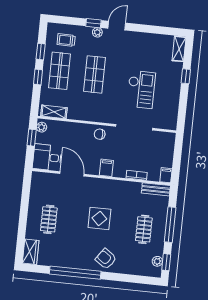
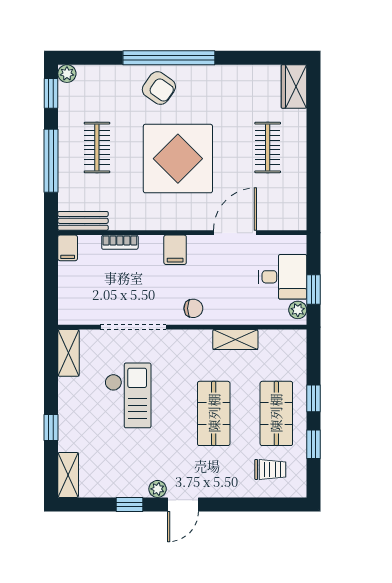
window: (93, 23) -> (130, 504), moved
plant: (97, 32) -> (158, 489), moved
checkout: (141, 90) -> (128, 395), turned 180
shelving: (54, 112) -> (235, 340), moved
shelving: (172, 117) -> (69, 353), added
desk: (47, 157) -> (282, 277), moved
door: (72, 174) -> (235, 233), swing flipped
display table: (99, 218) -> (178, 159), width x1.86, depth x1.86
plant: (157, 261) -> (67, 74), moved
window: (75, 273) -> (169, 58), moved

